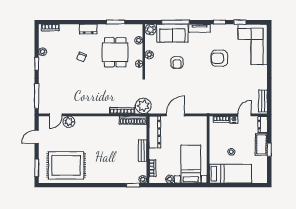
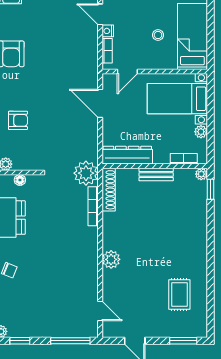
door: (175, 115) -> (100, 103), moved
plant: (69, 122) -> (111, 259), moved
door: (208, 132) -> (127, 71), added
rug: (66, 165) -> (179, 295), width x0.54, depth x0.49

